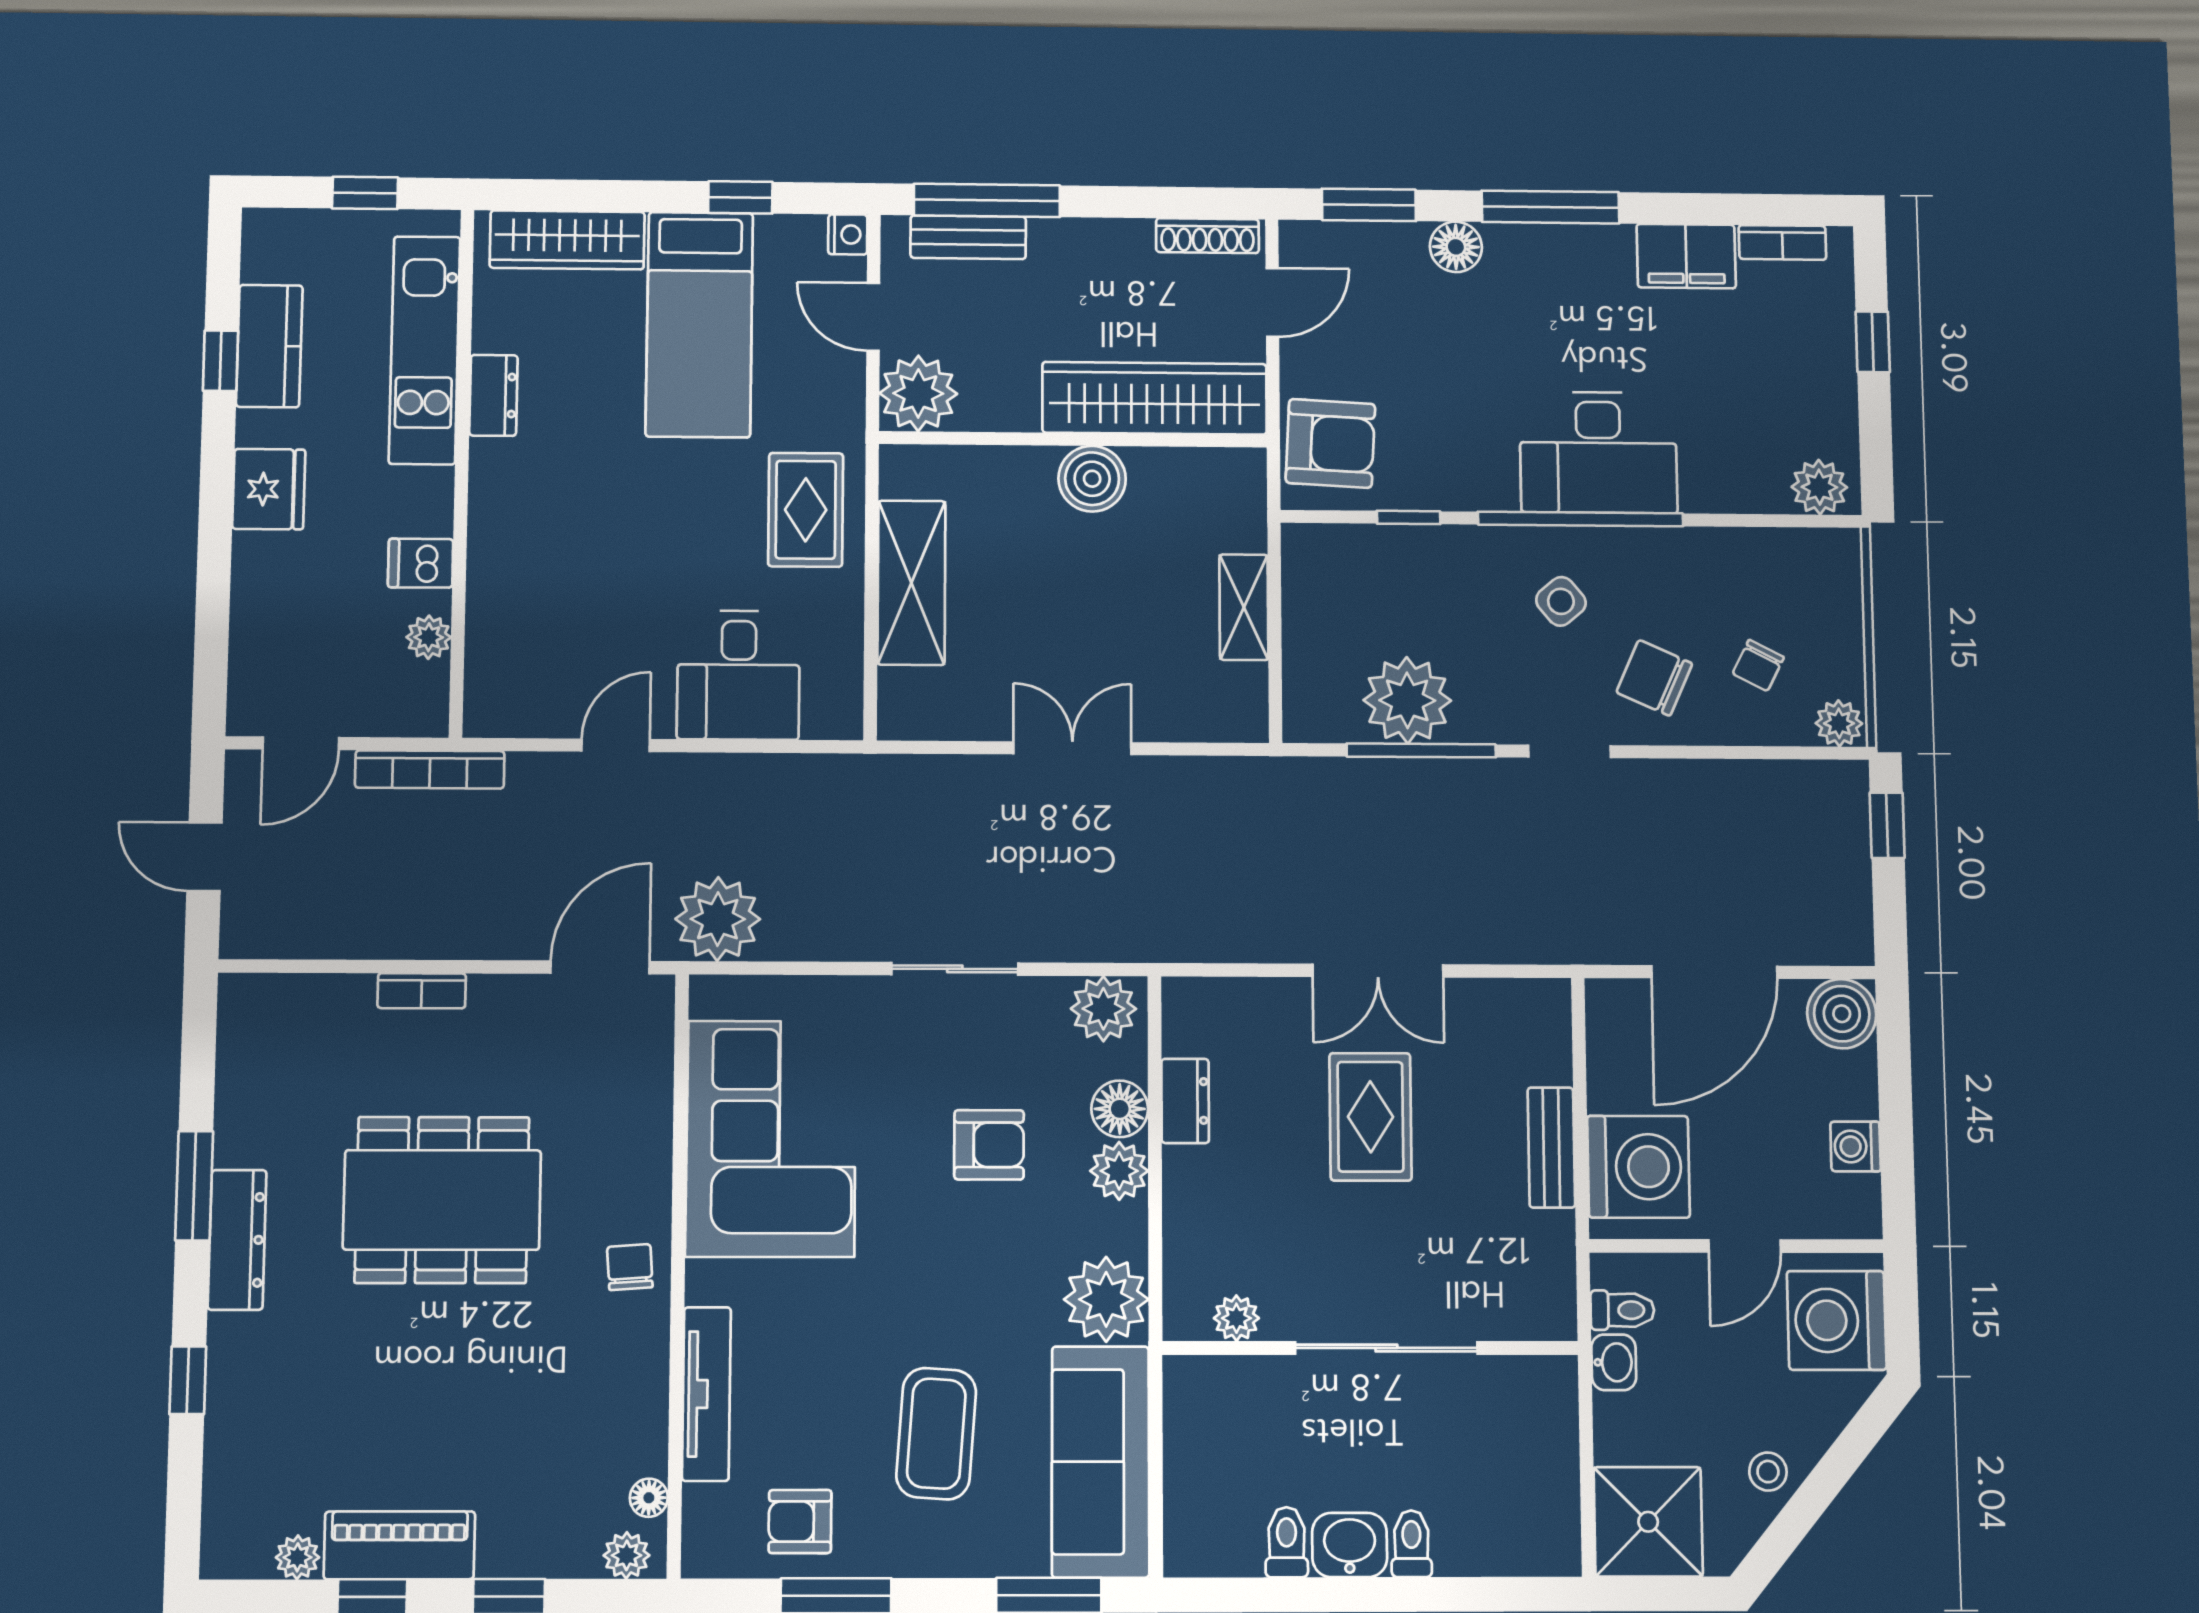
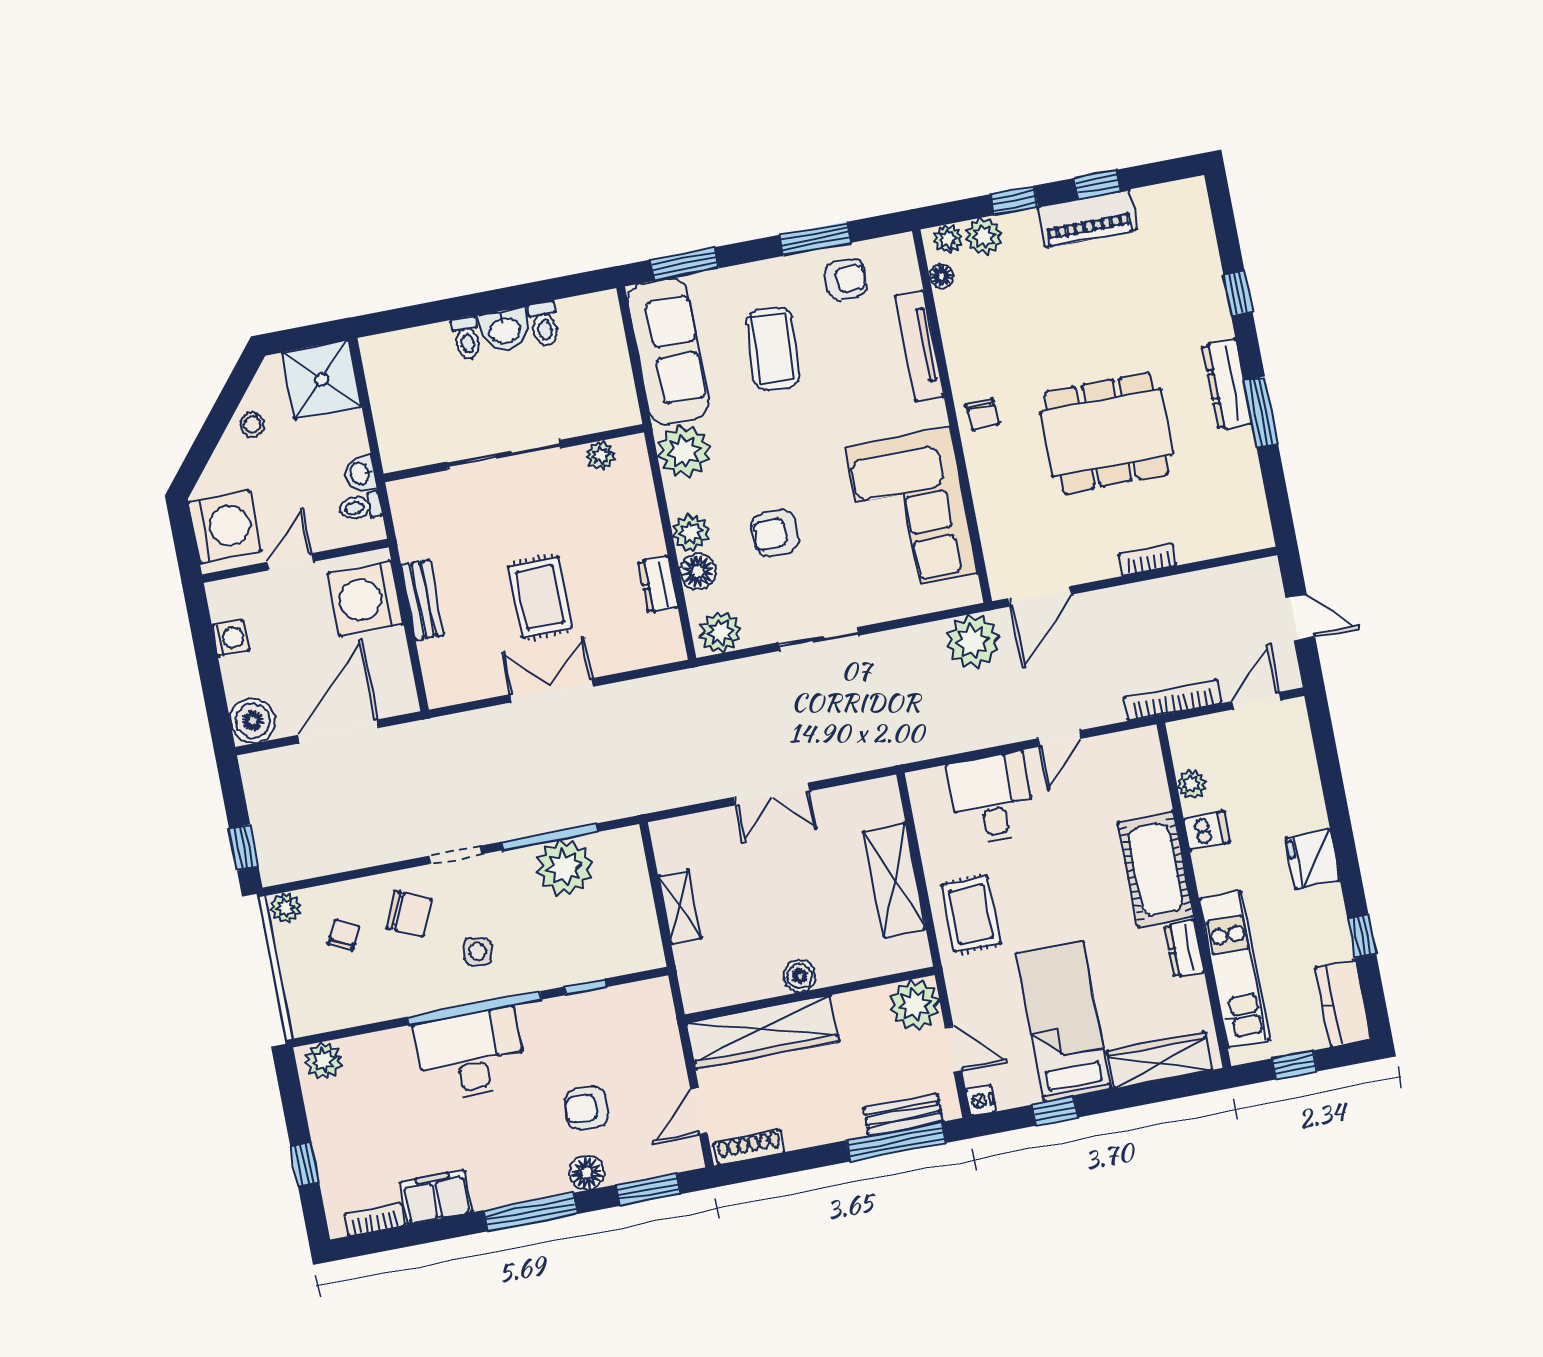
kitchen counter: (269, 346) -> (1343, 1003), moved
armchair: (1330, 443) -> (586, 1108), moved, width x0.72, depth x0.72
boiler: (1092, 479) -> (800, 976), width x0.73, depth x0.73
cot: (512, 521) -> (1156, 869), added
side table: (1561, 601) -> (478, 952), turned -38
plant: (297, 1557) -> (984, 236), moved, width x1.38, depth x1.38

